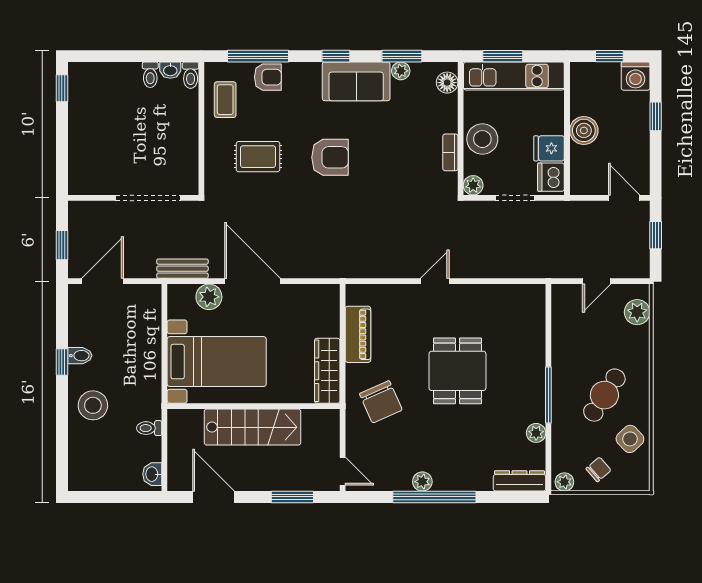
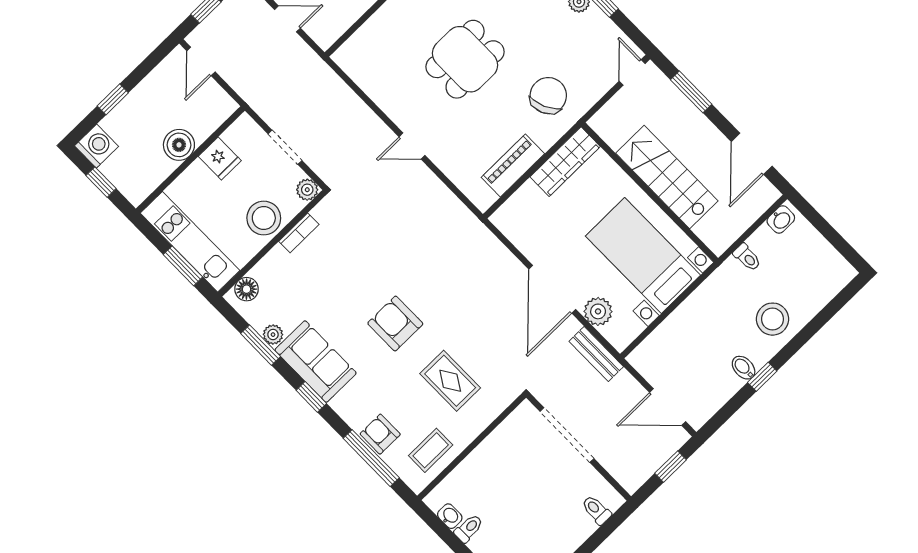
toilet: (191, 75) -> (596, 510), moved, turned -90
dishwasher: (551, 177) -> (241, 135), removed

